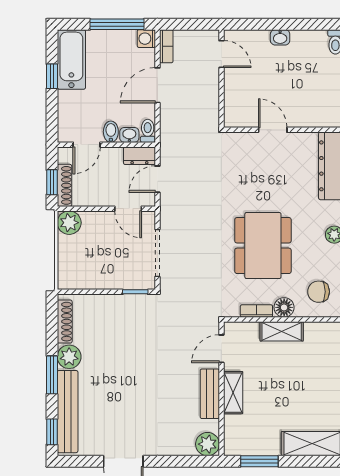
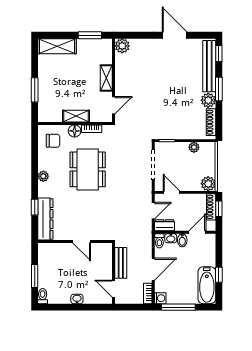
plant: (92, 281) -> (194, 147), added
bench: (210, 394) -> (121, 263), moved

